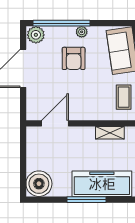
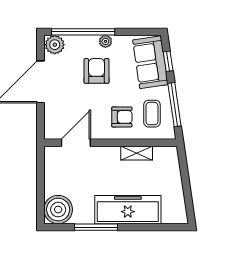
armchair: (74, 58) -> (96, 71), turned 180
armchair: (96, 100) -> (122, 117), added
window: (86, 200) -> (96, 227), moved

